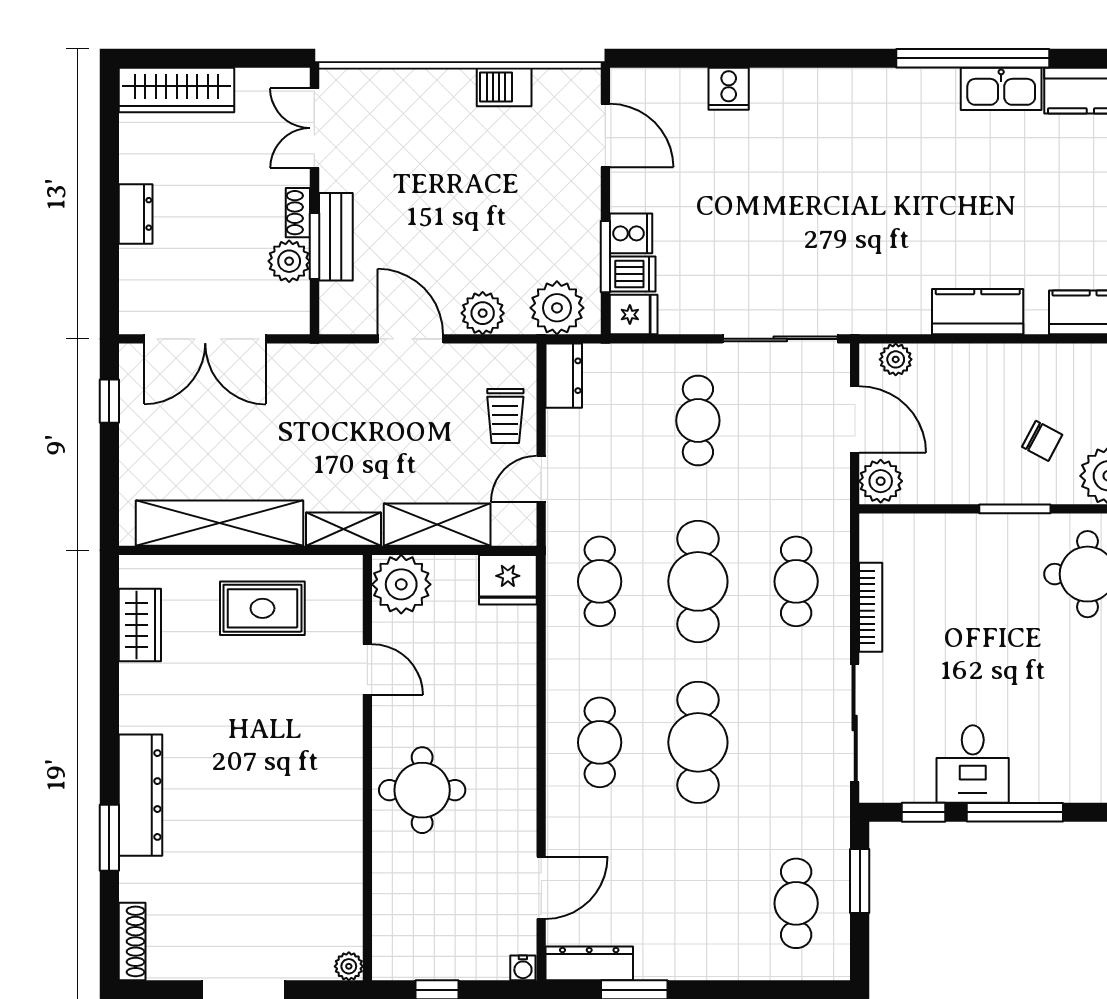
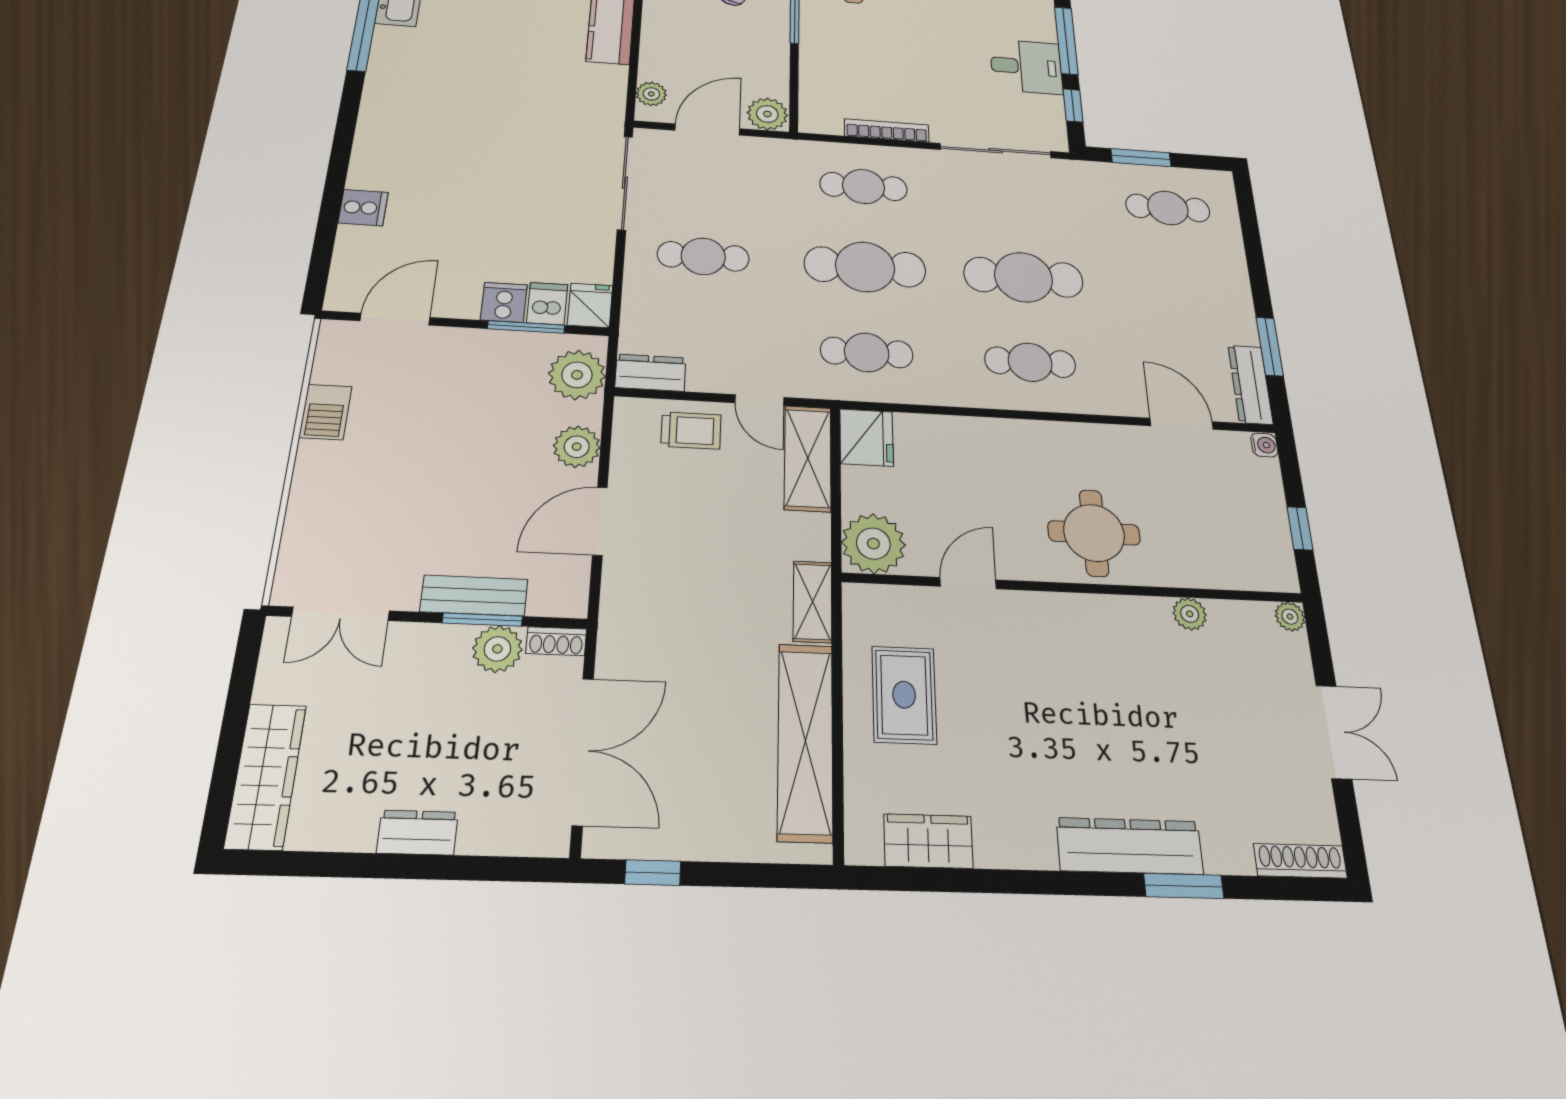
shoe rack: (298, 213) -> (556, 641), moved
shelving: (437, 525) -> (808, 458), moved
plant: (347, 872) -> (1190, 614), added

